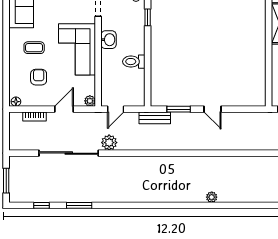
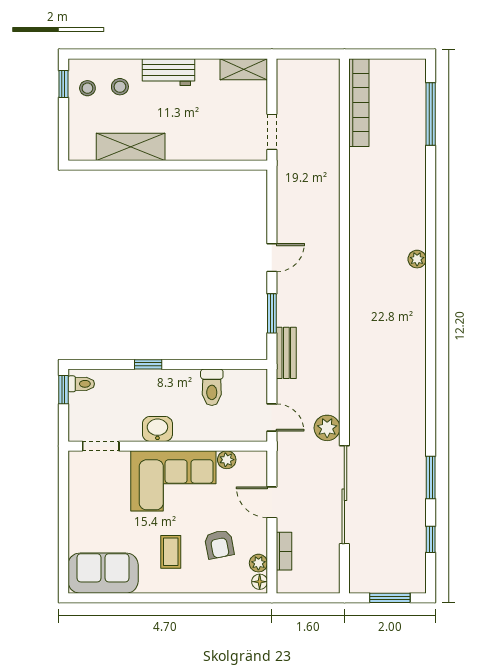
window: (148, 17) -> (148, 364), moved
toilet: (134, 62) -> (212, 387), moved
armchair: (39, 77) -> (219, 544), turned -101
plant: (27, 101) -> (258, 563), added
plant: (90, 101) -> (227, 460), moved

